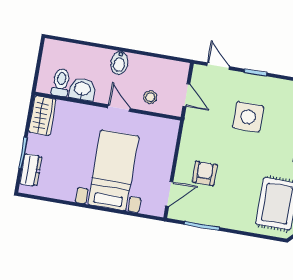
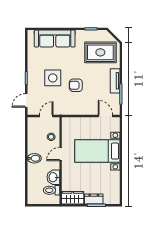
dresser: (31, 170) -> (94, 199), moved
armchair: (205, 173) -> (76, 85), moved
tv unit: (225, 220) -> (115, 81), added

